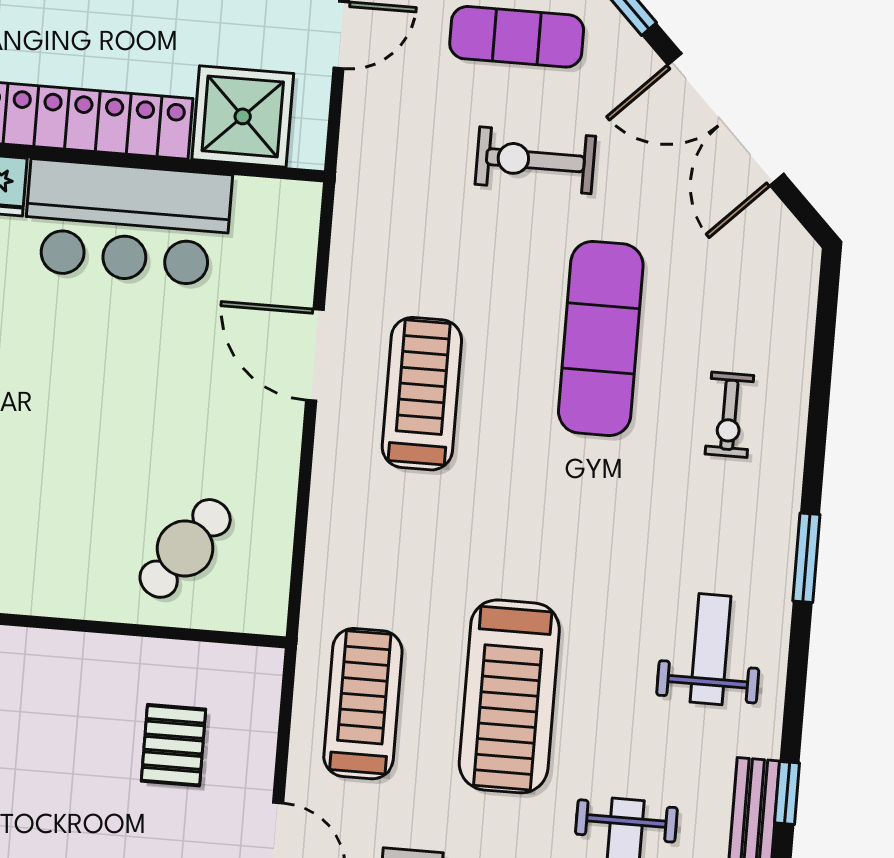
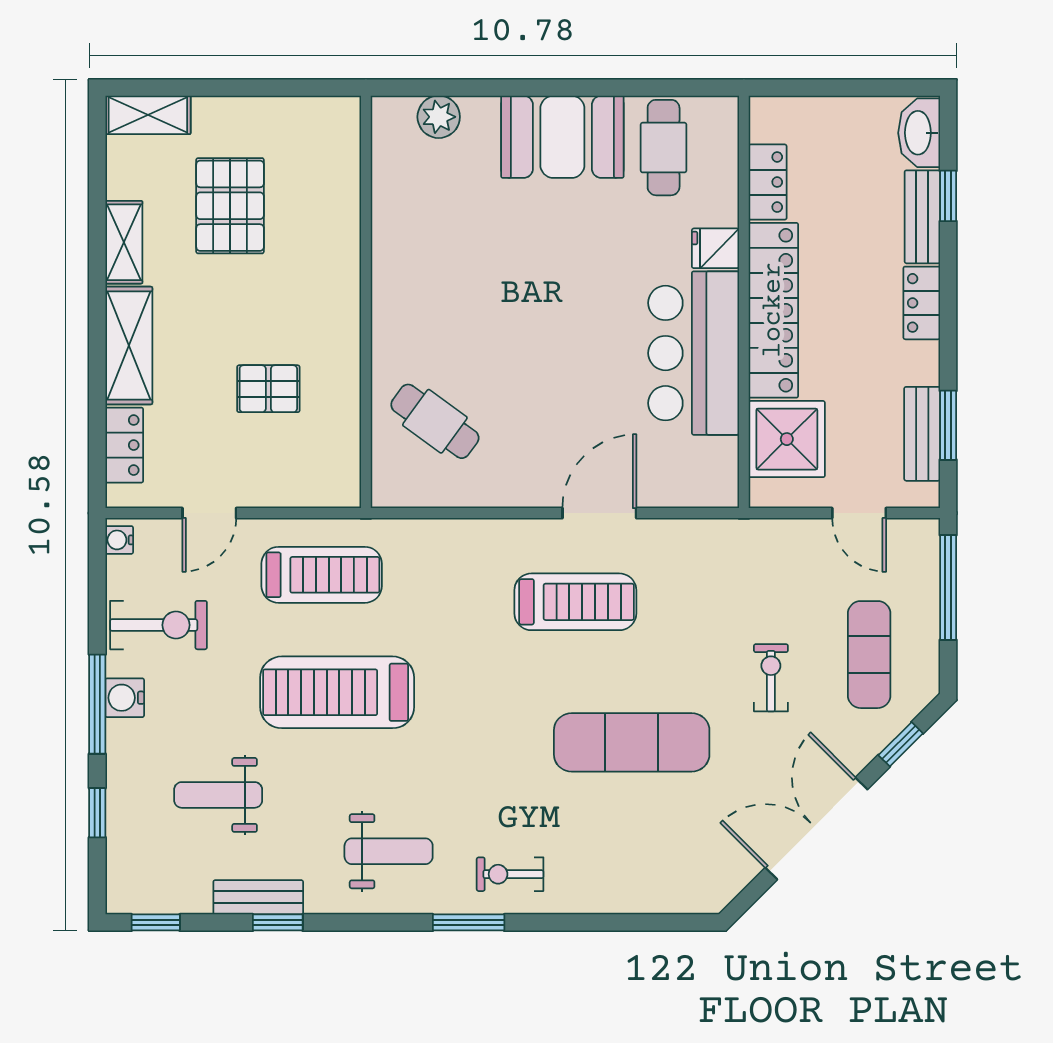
exercise bike: (535, 160) -> (771, 678), width x0.73, depth x0.72
exercise bike: (729, 415) -> (510, 874), moved
pallet: (174, 745) -> (268, 389), moved

